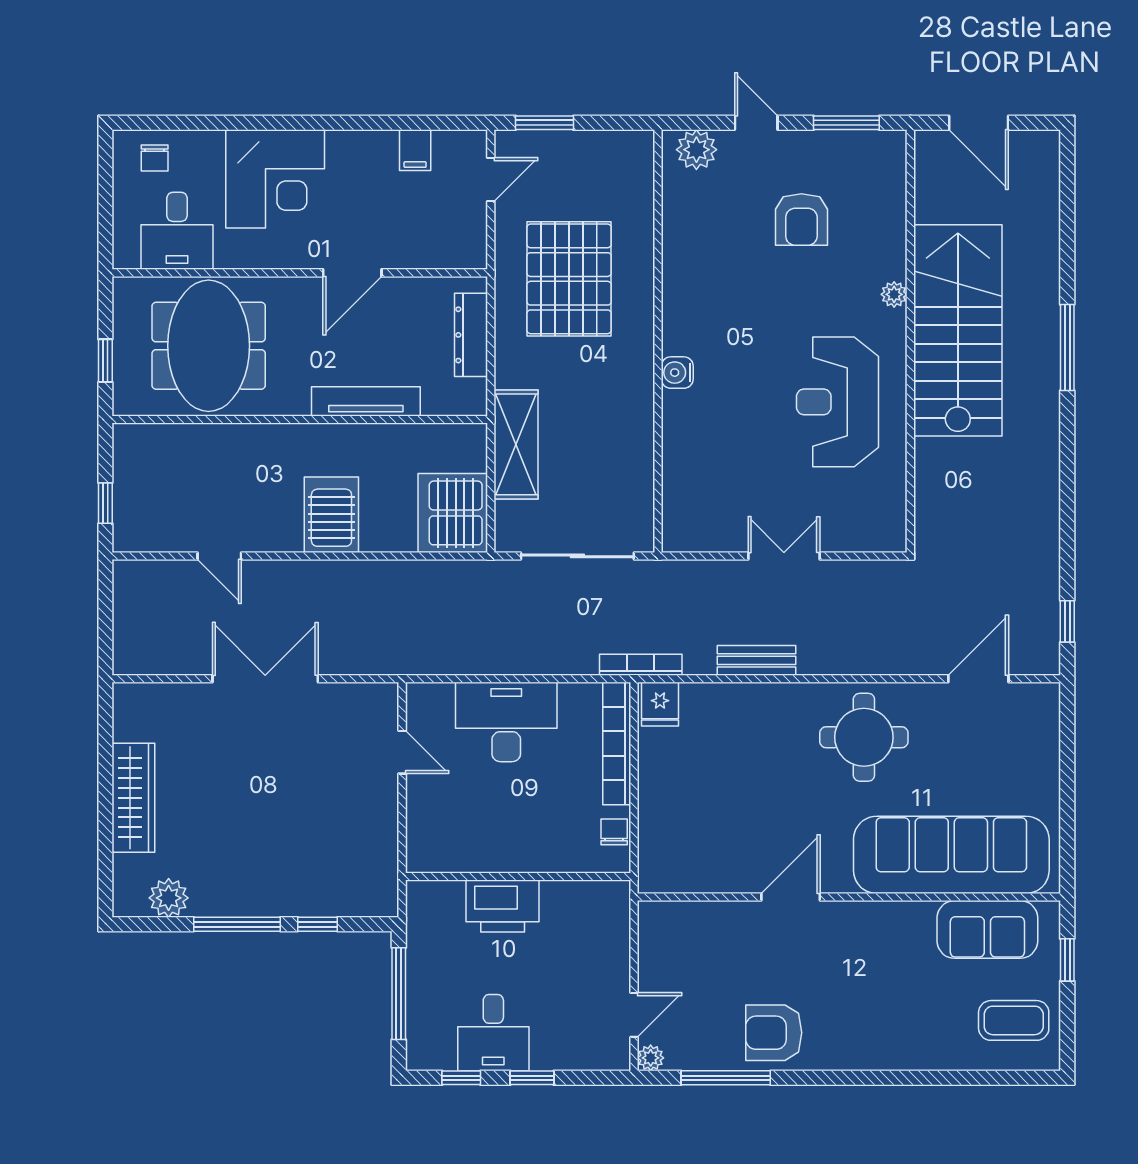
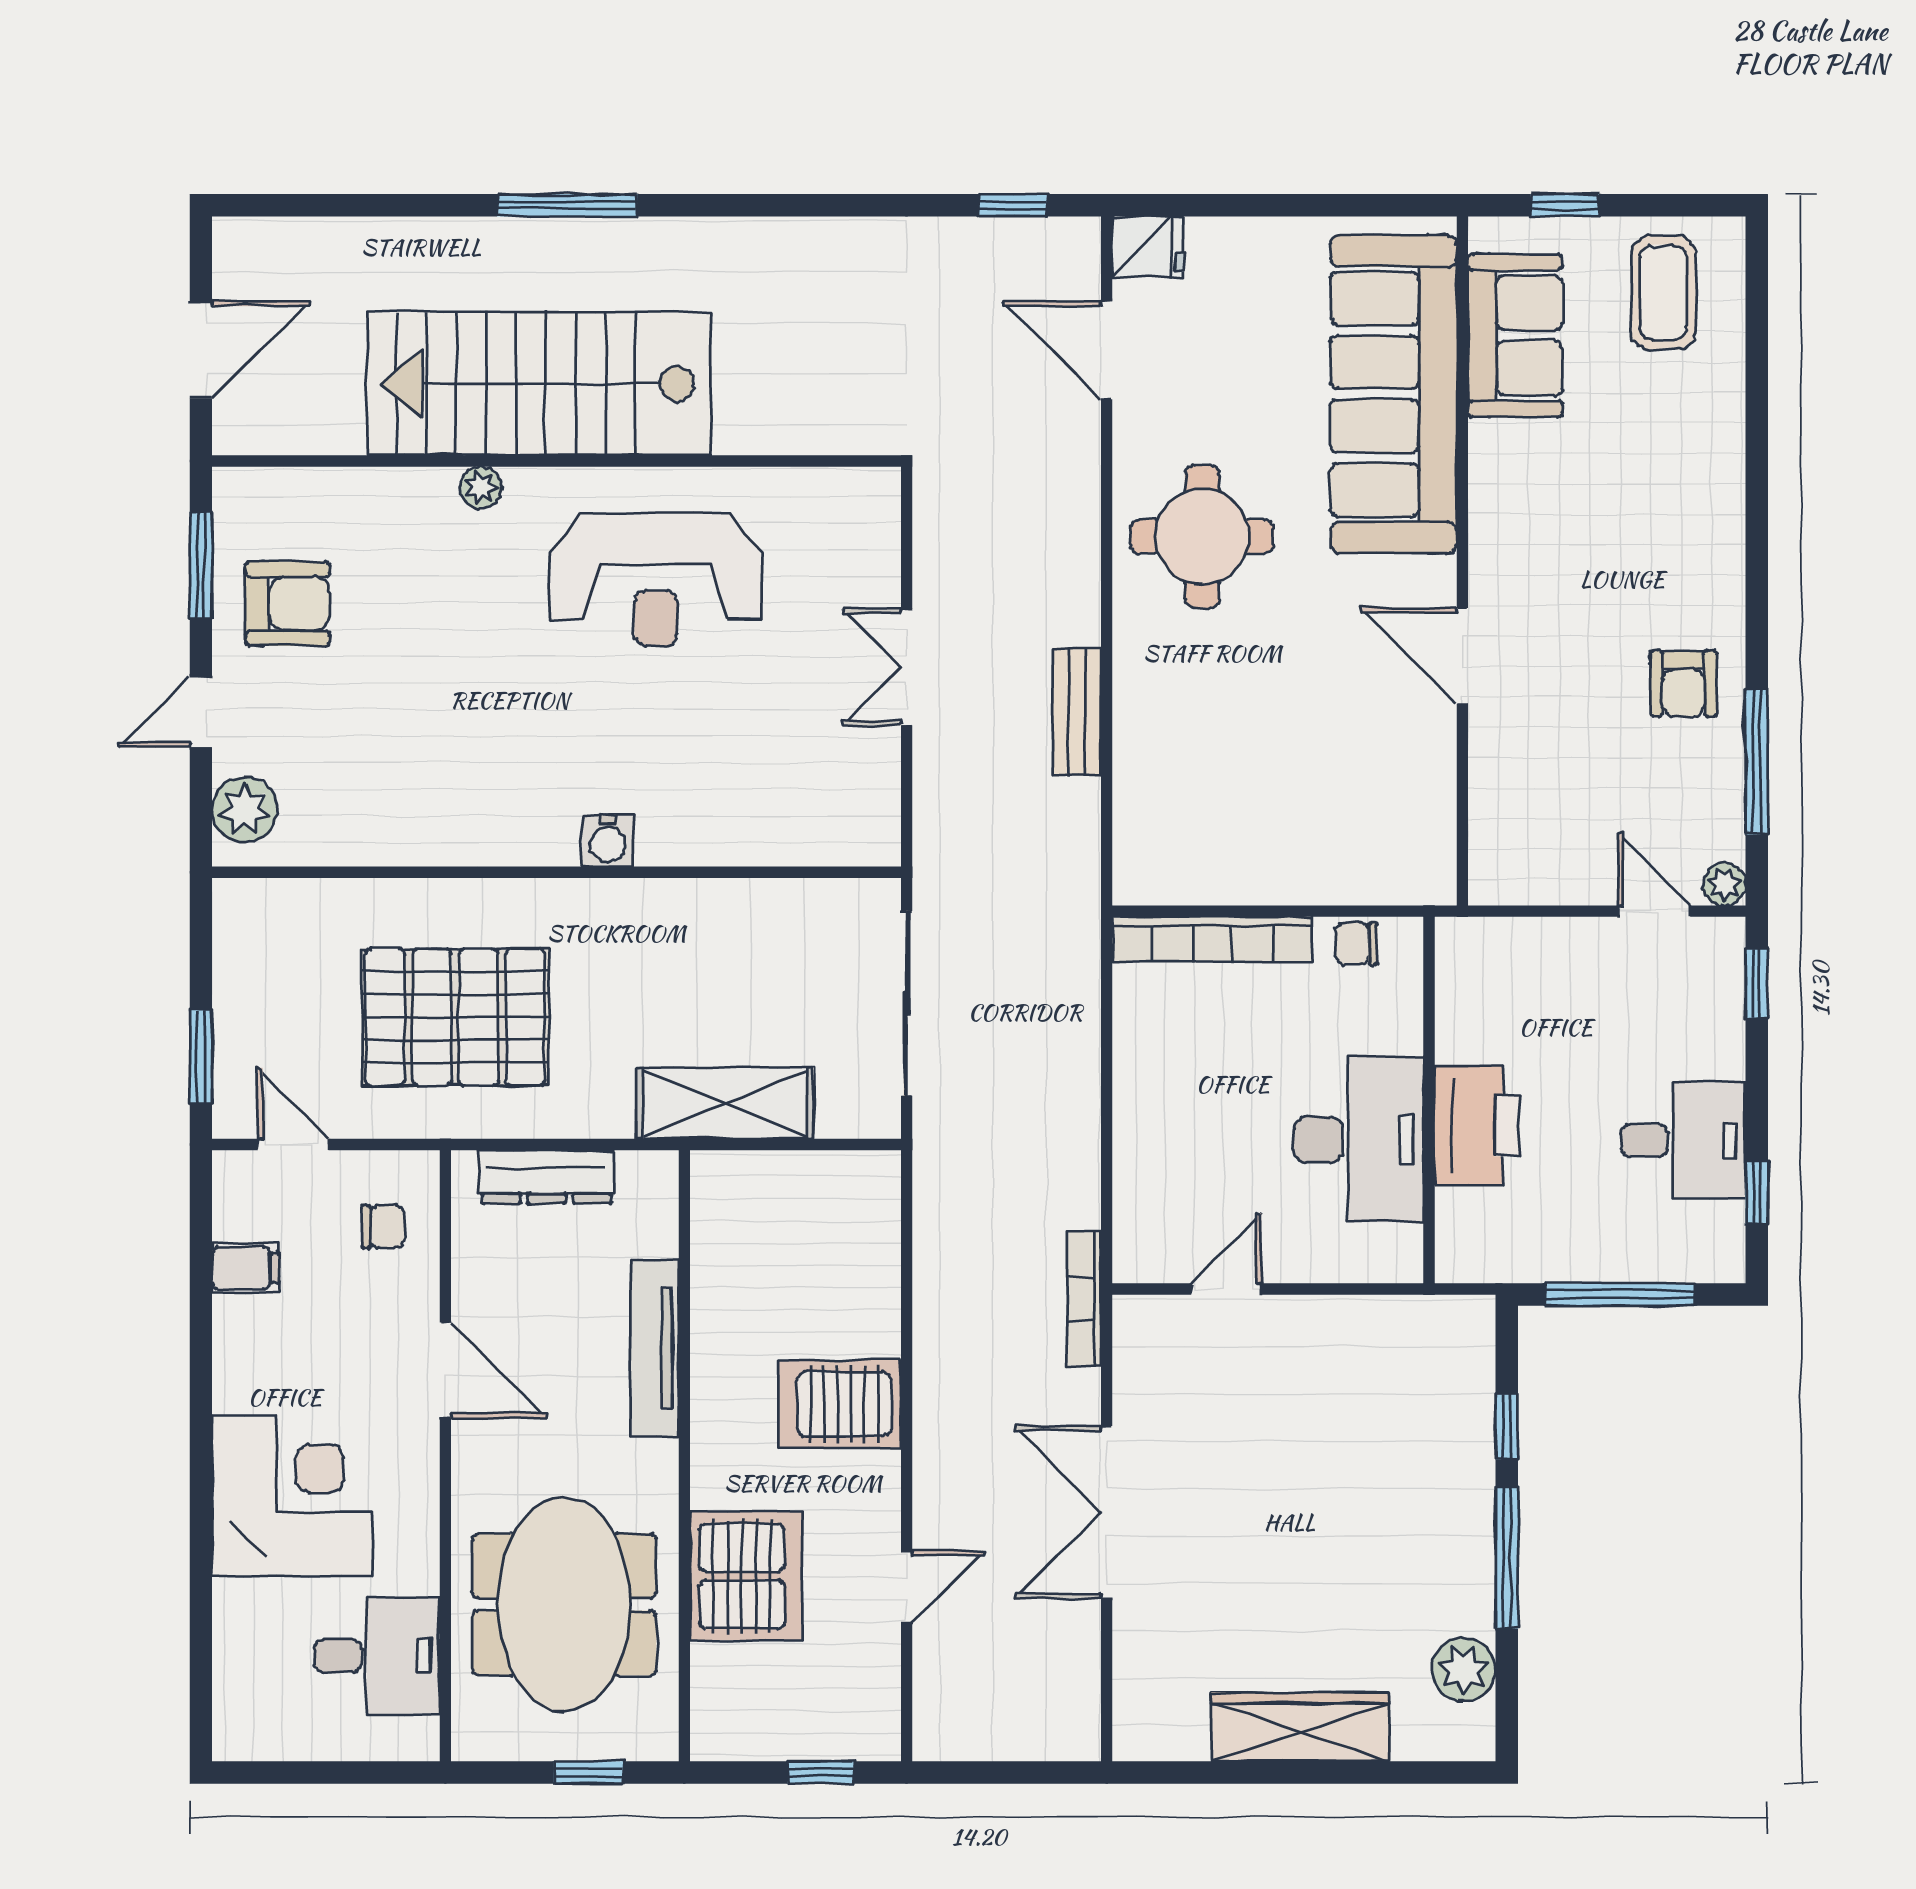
chair: (155, 158) -> (383, 1227), moved
armchair: (801, 219) -> (288, 604), moved
meeting table: (209, 346) -> (564, 1604), turned 90
server rack: (453, 513) -> (746, 1576), moved, turned -90
bookcase: (641, 665) -> (1084, 1299), moved
fridge: (660, 704) -> (1148, 246), moved
desk: (506, 722) -> (1358, 1139), moved, turned 180
armchair: (774, 1033) -> (1683, 684), width x0.72, depth x0.72
window: (532, 1078) -> (1757, 983), moved

